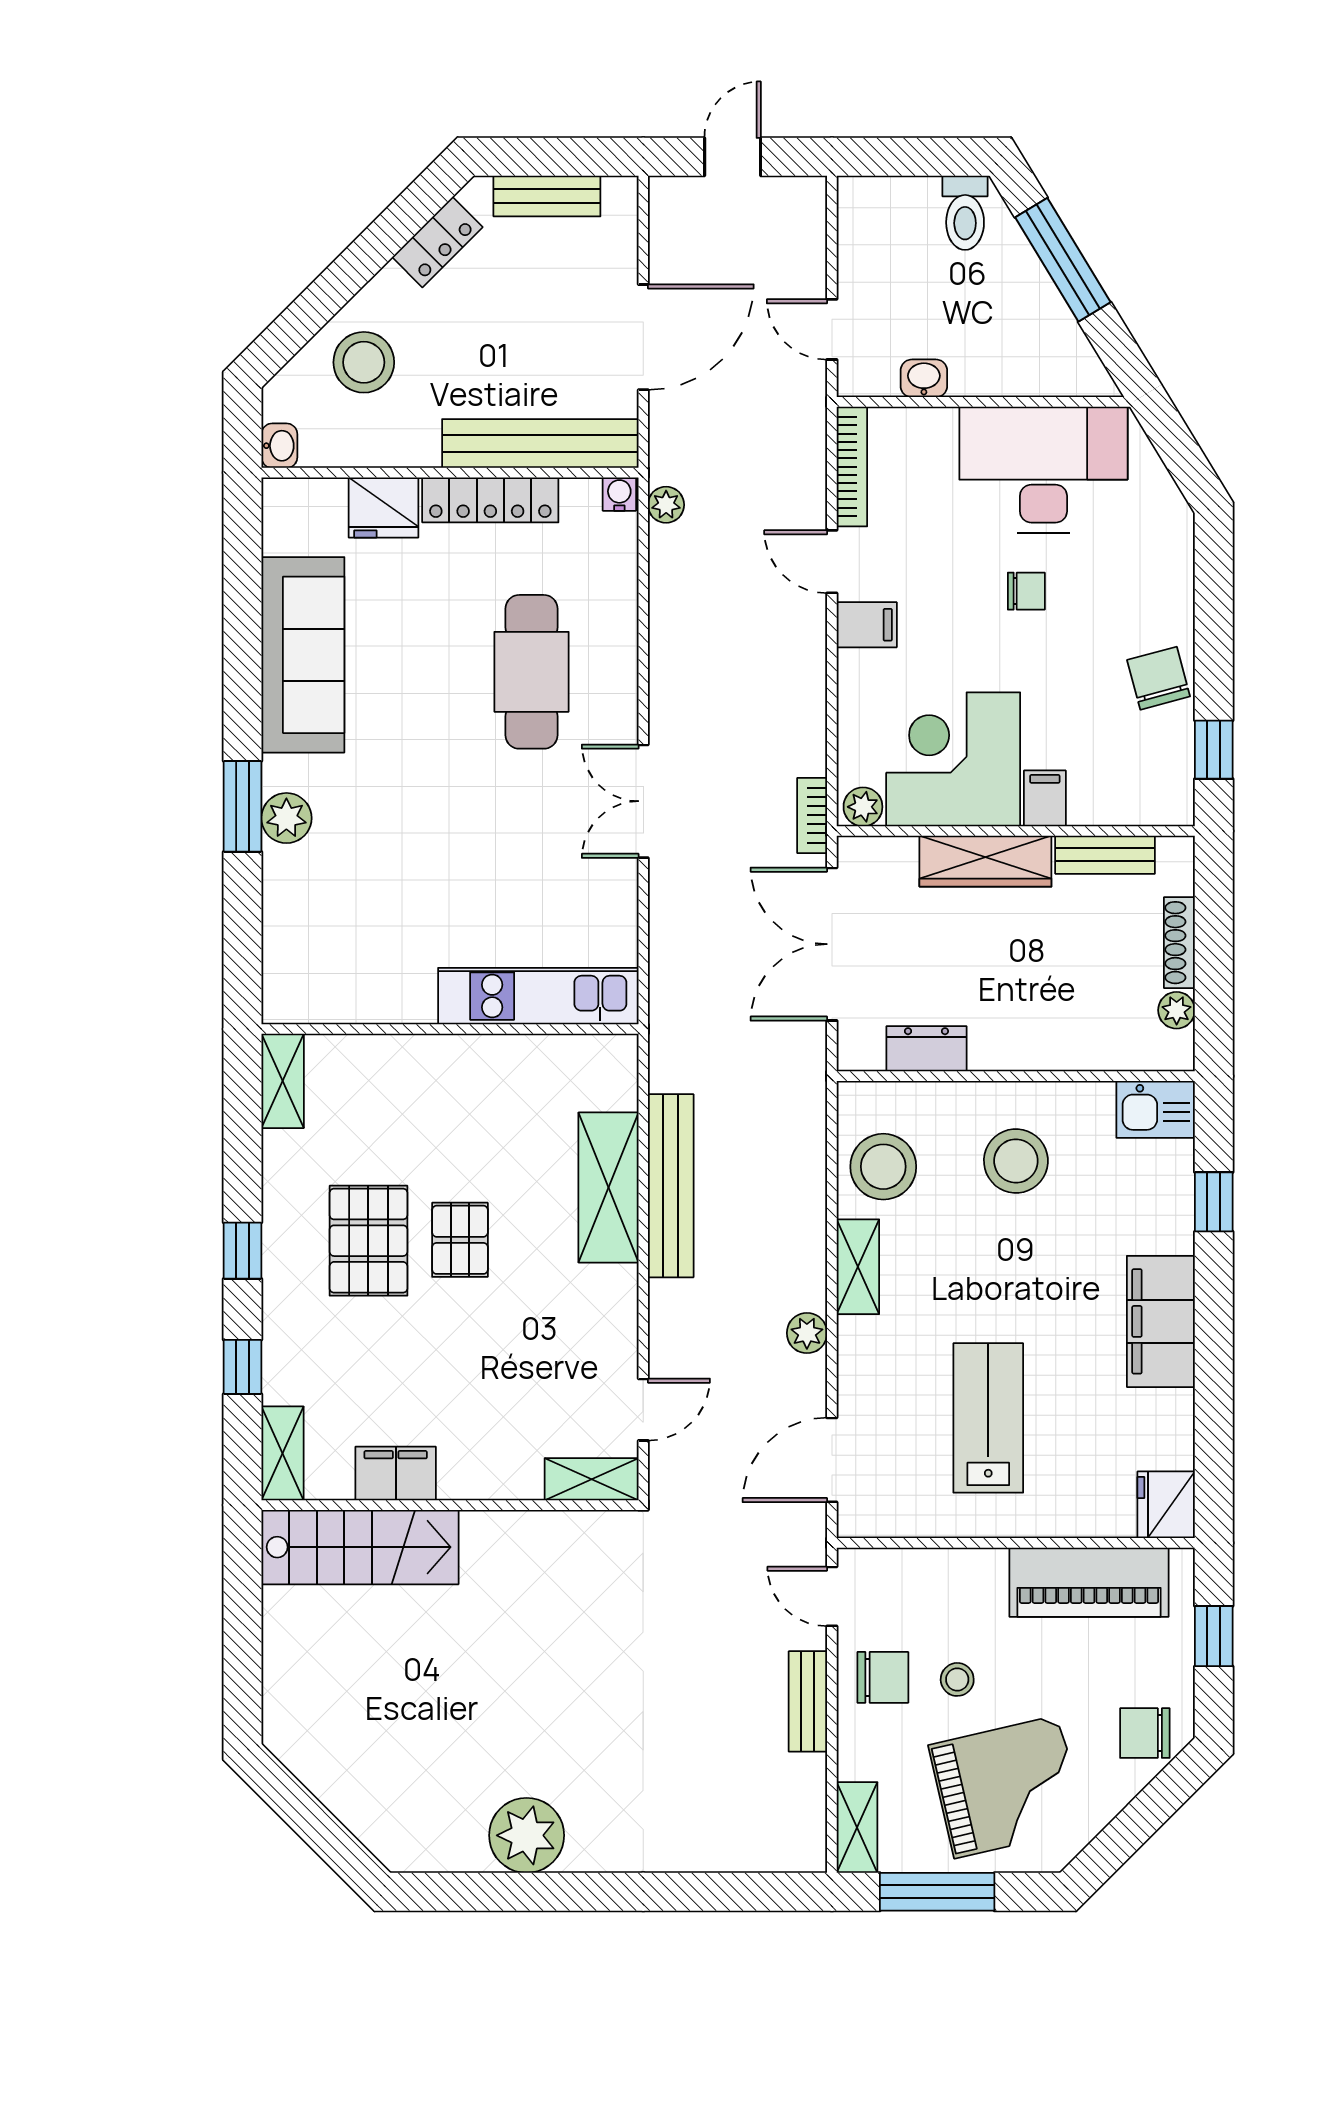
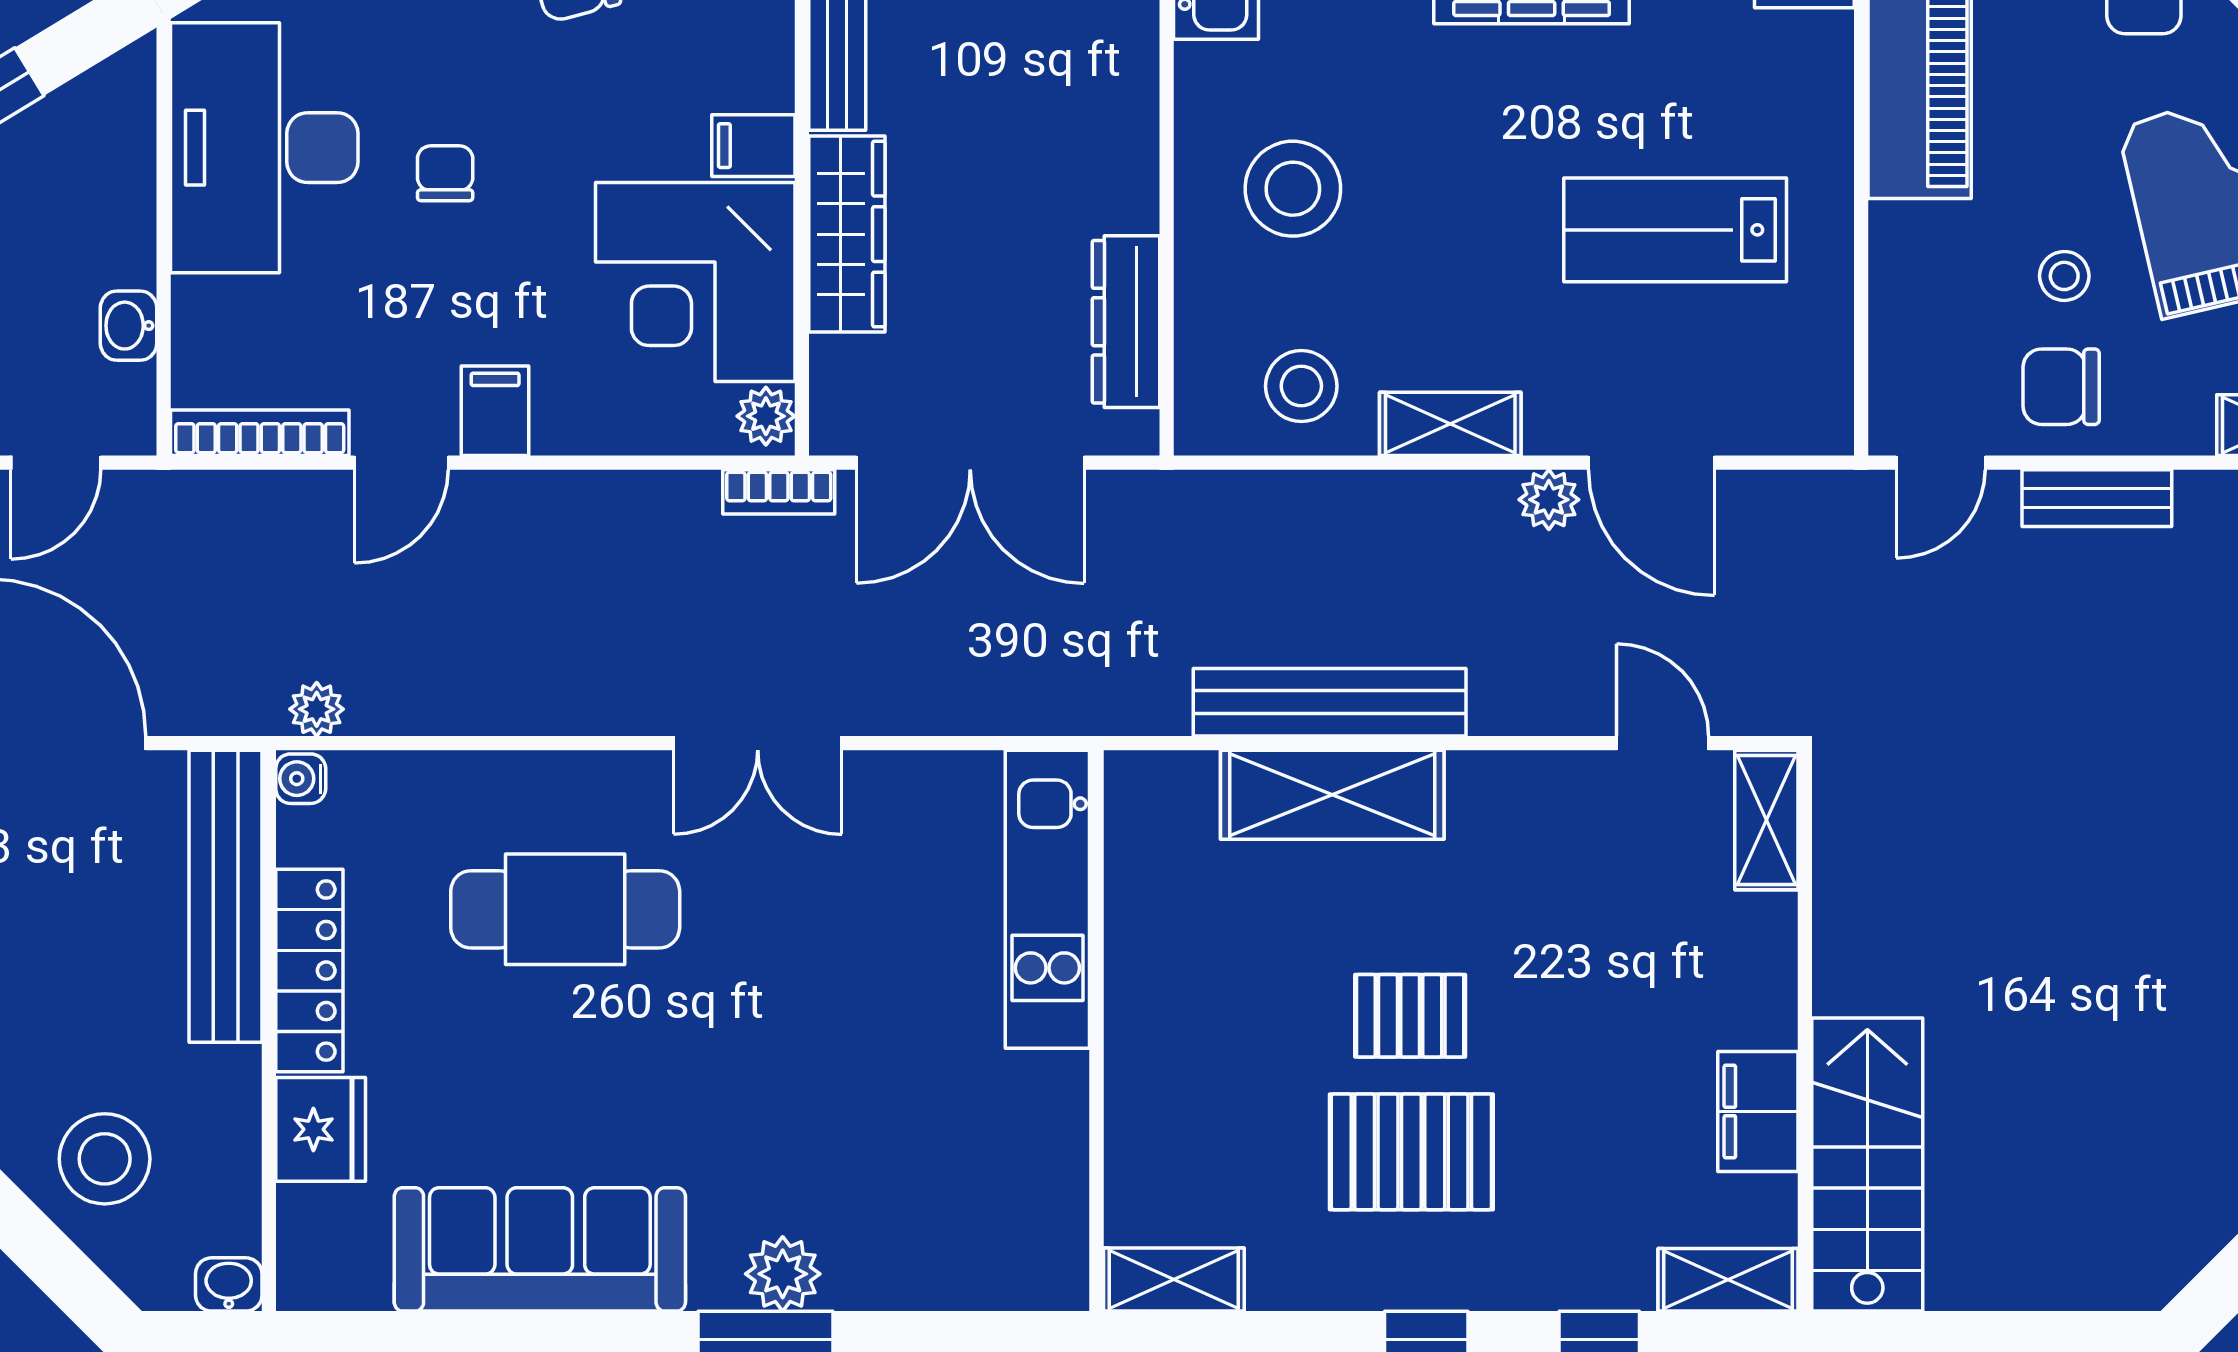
dresser: (926, 1049) -> (1126, 322), width x1.44
stool: (883, 1167) -> (1301, 386), width x0.73, depth x0.73
door: (832, 1460) -> (1651, 463), moved
chair: (883, 1677) -> (2061, 387), turned -90

